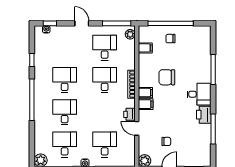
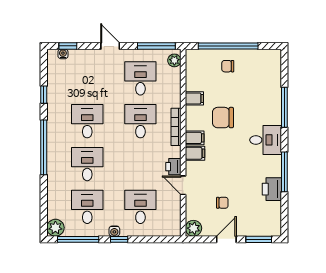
filing cabinet: (145, 48) -> (194, 98), moved
printer: (204, 115) -> (272, 189), moved
window: (213, 129) -> (284, 172), moved

